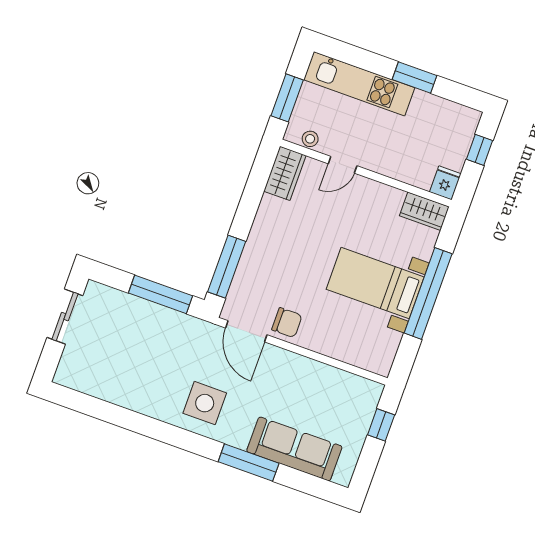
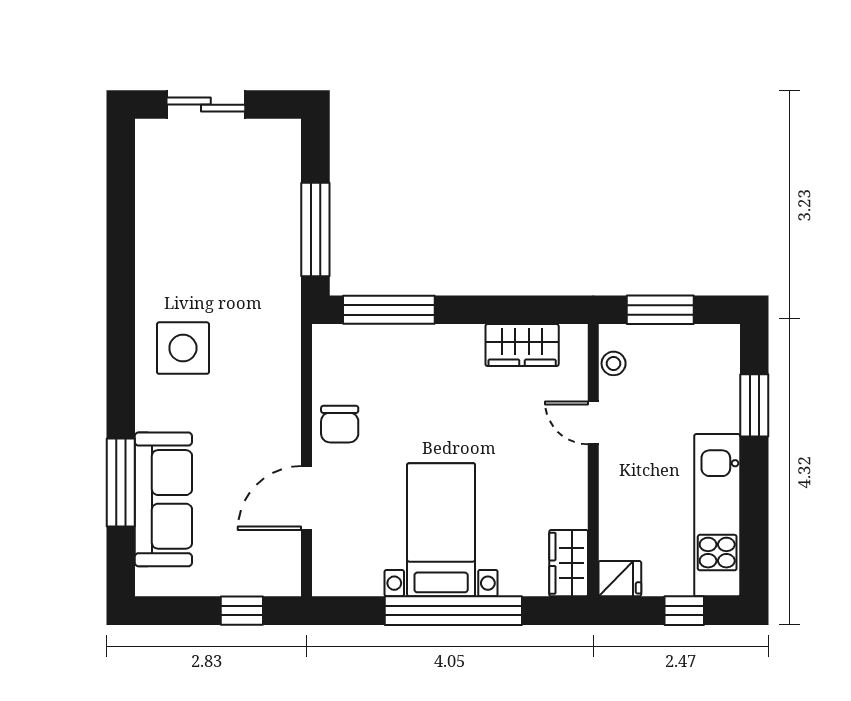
window: (414, 78) -> (754, 405), moved
kitchen unit: (359, 84) -> (717, 515), moved
wardrobe: (285, 173) -> (522, 345), moved
sliding door: (65, 317) -> (206, 105), moved
door: (246, 331) -> (307, 498), moved
window: (249, 462) -> (121, 483), moved

